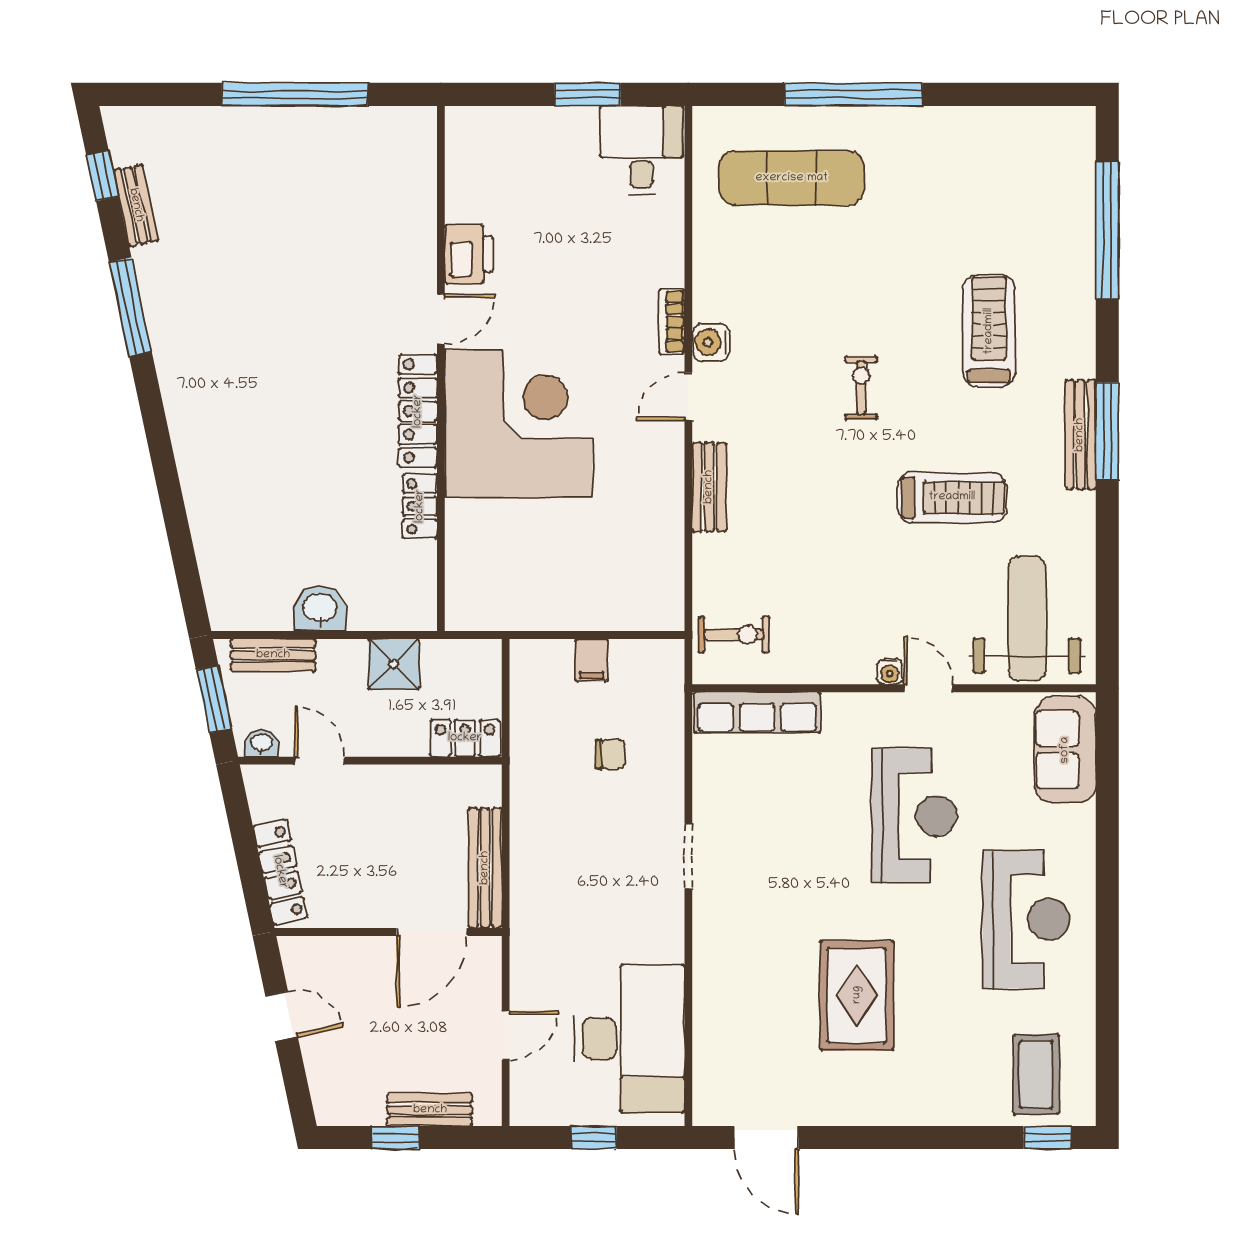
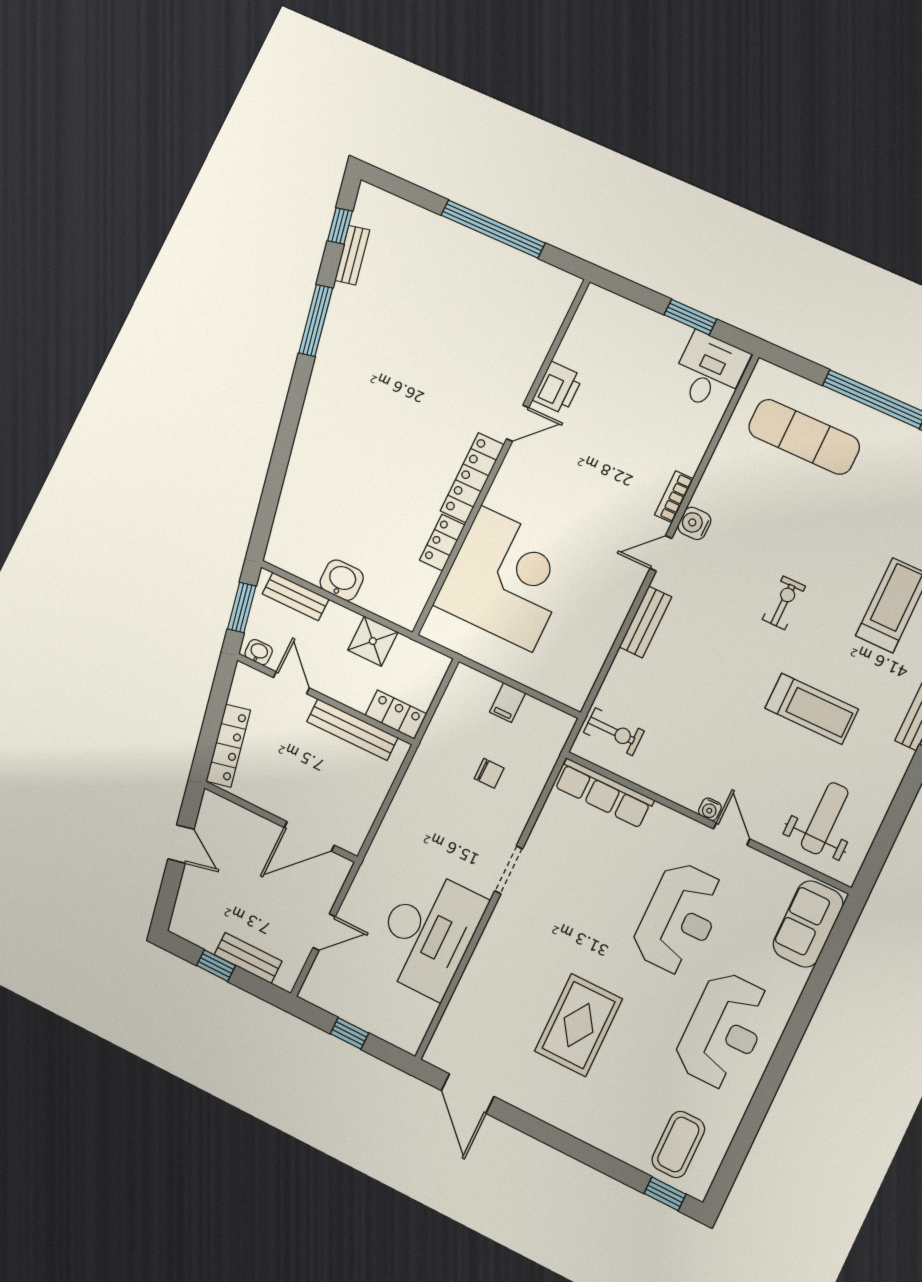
corner desk: (519, 424) -> (506, 579), moved
weight bench: (1027, 618) -> (825, 818), width x0.73, depth x0.75
bench: (485, 868) -> (352, 730), moved, turned 90
desk: (629, 1038) -> (428, 933), moved

